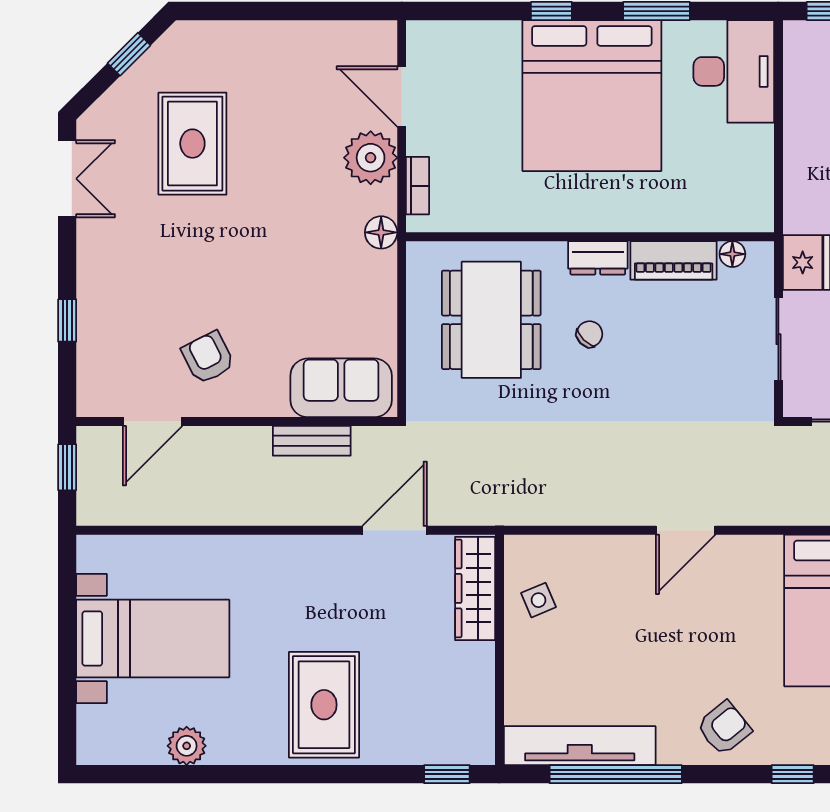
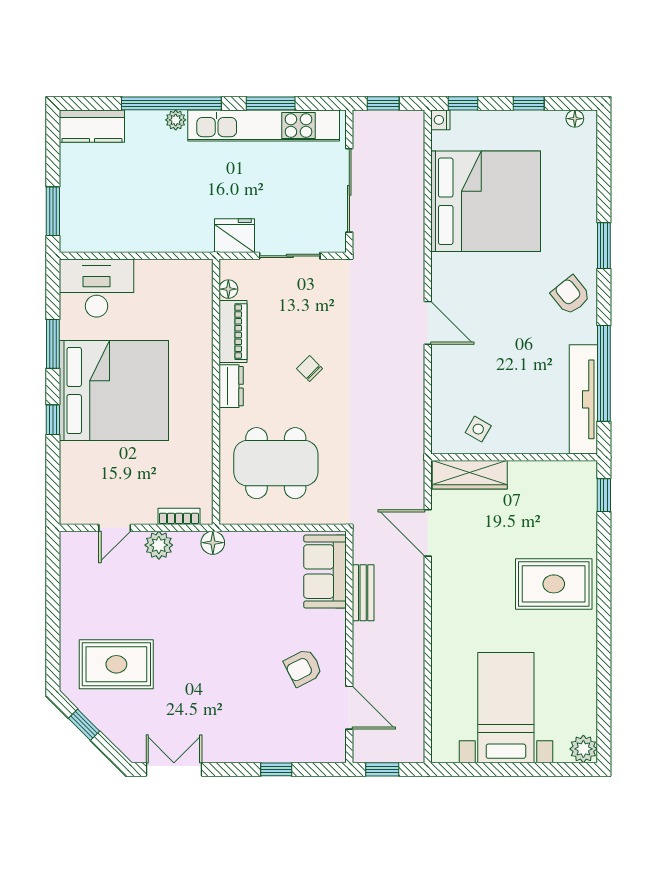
door: (402, 96) -> (115, 528), width x0.73
rug: (192, 144) -> (116, 664), moved
plant: (371, 158) -> (159, 545), width x0.73, depth x0.73
chair: (590, 334) -> (310, 369), moved
side table: (539, 600) -> (478, 429), turned -37
plant: (187, 746) -> (583, 749), moved
window: (793, 774) -> (604, 246), width x1.50

